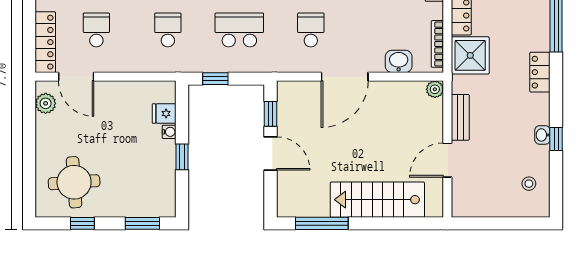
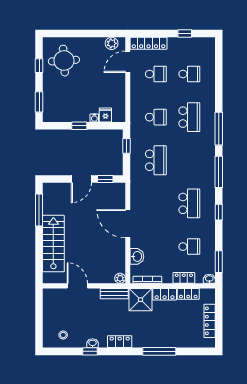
school desk: (311, 30) -> (156, 203), removed
locker: (540, 72) -> (120, 342), moved
bench: (460, 117) -> (114, 294), moved

